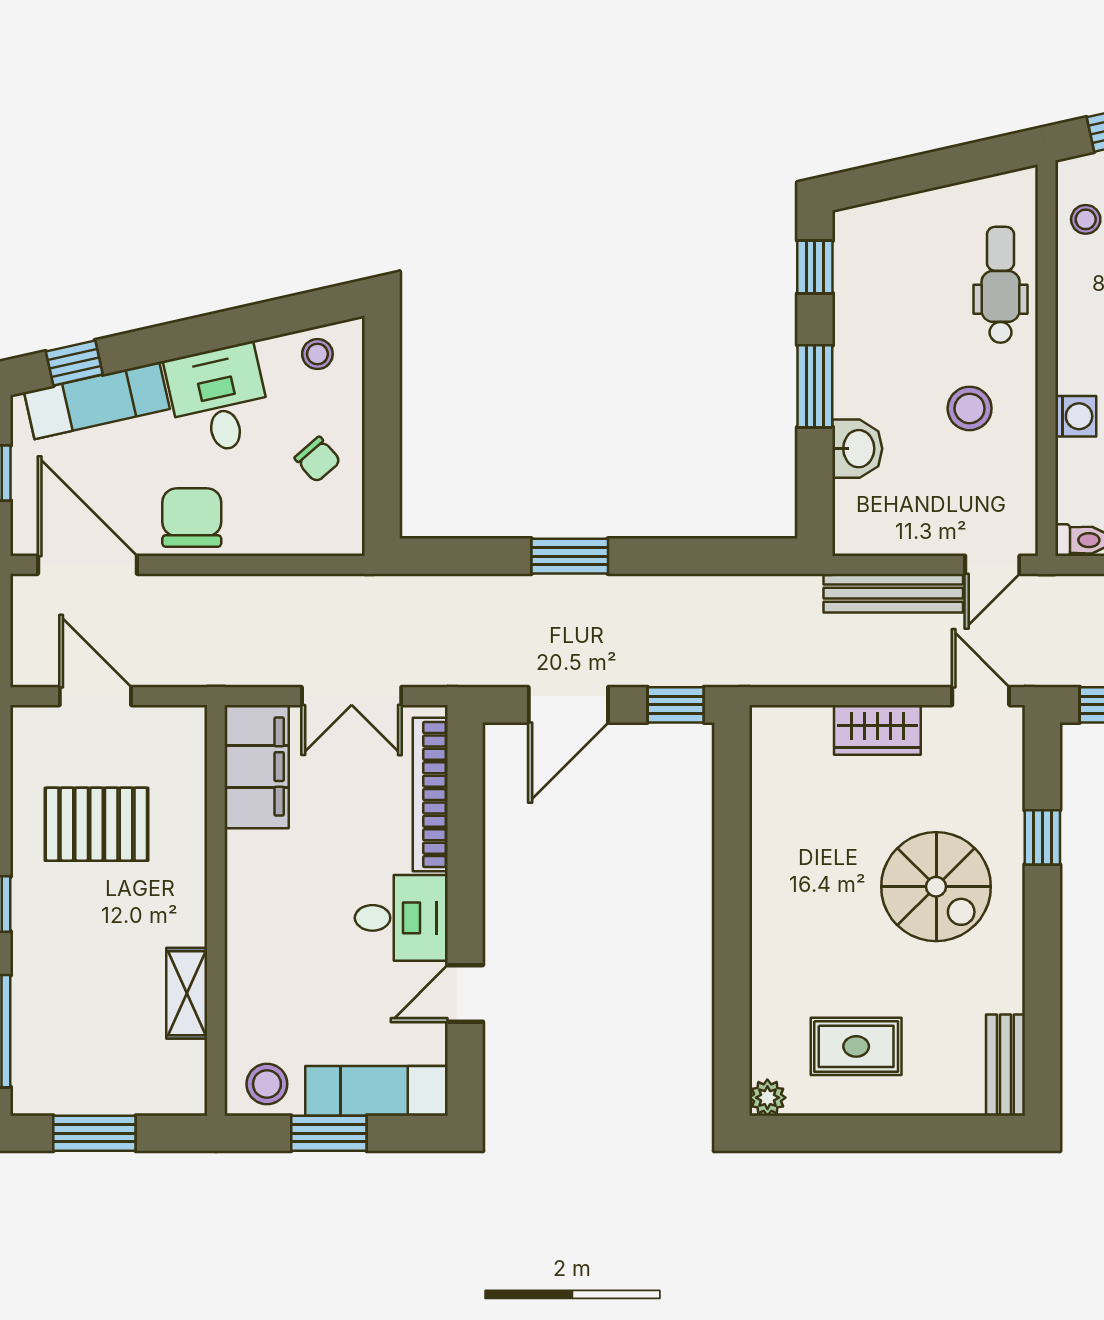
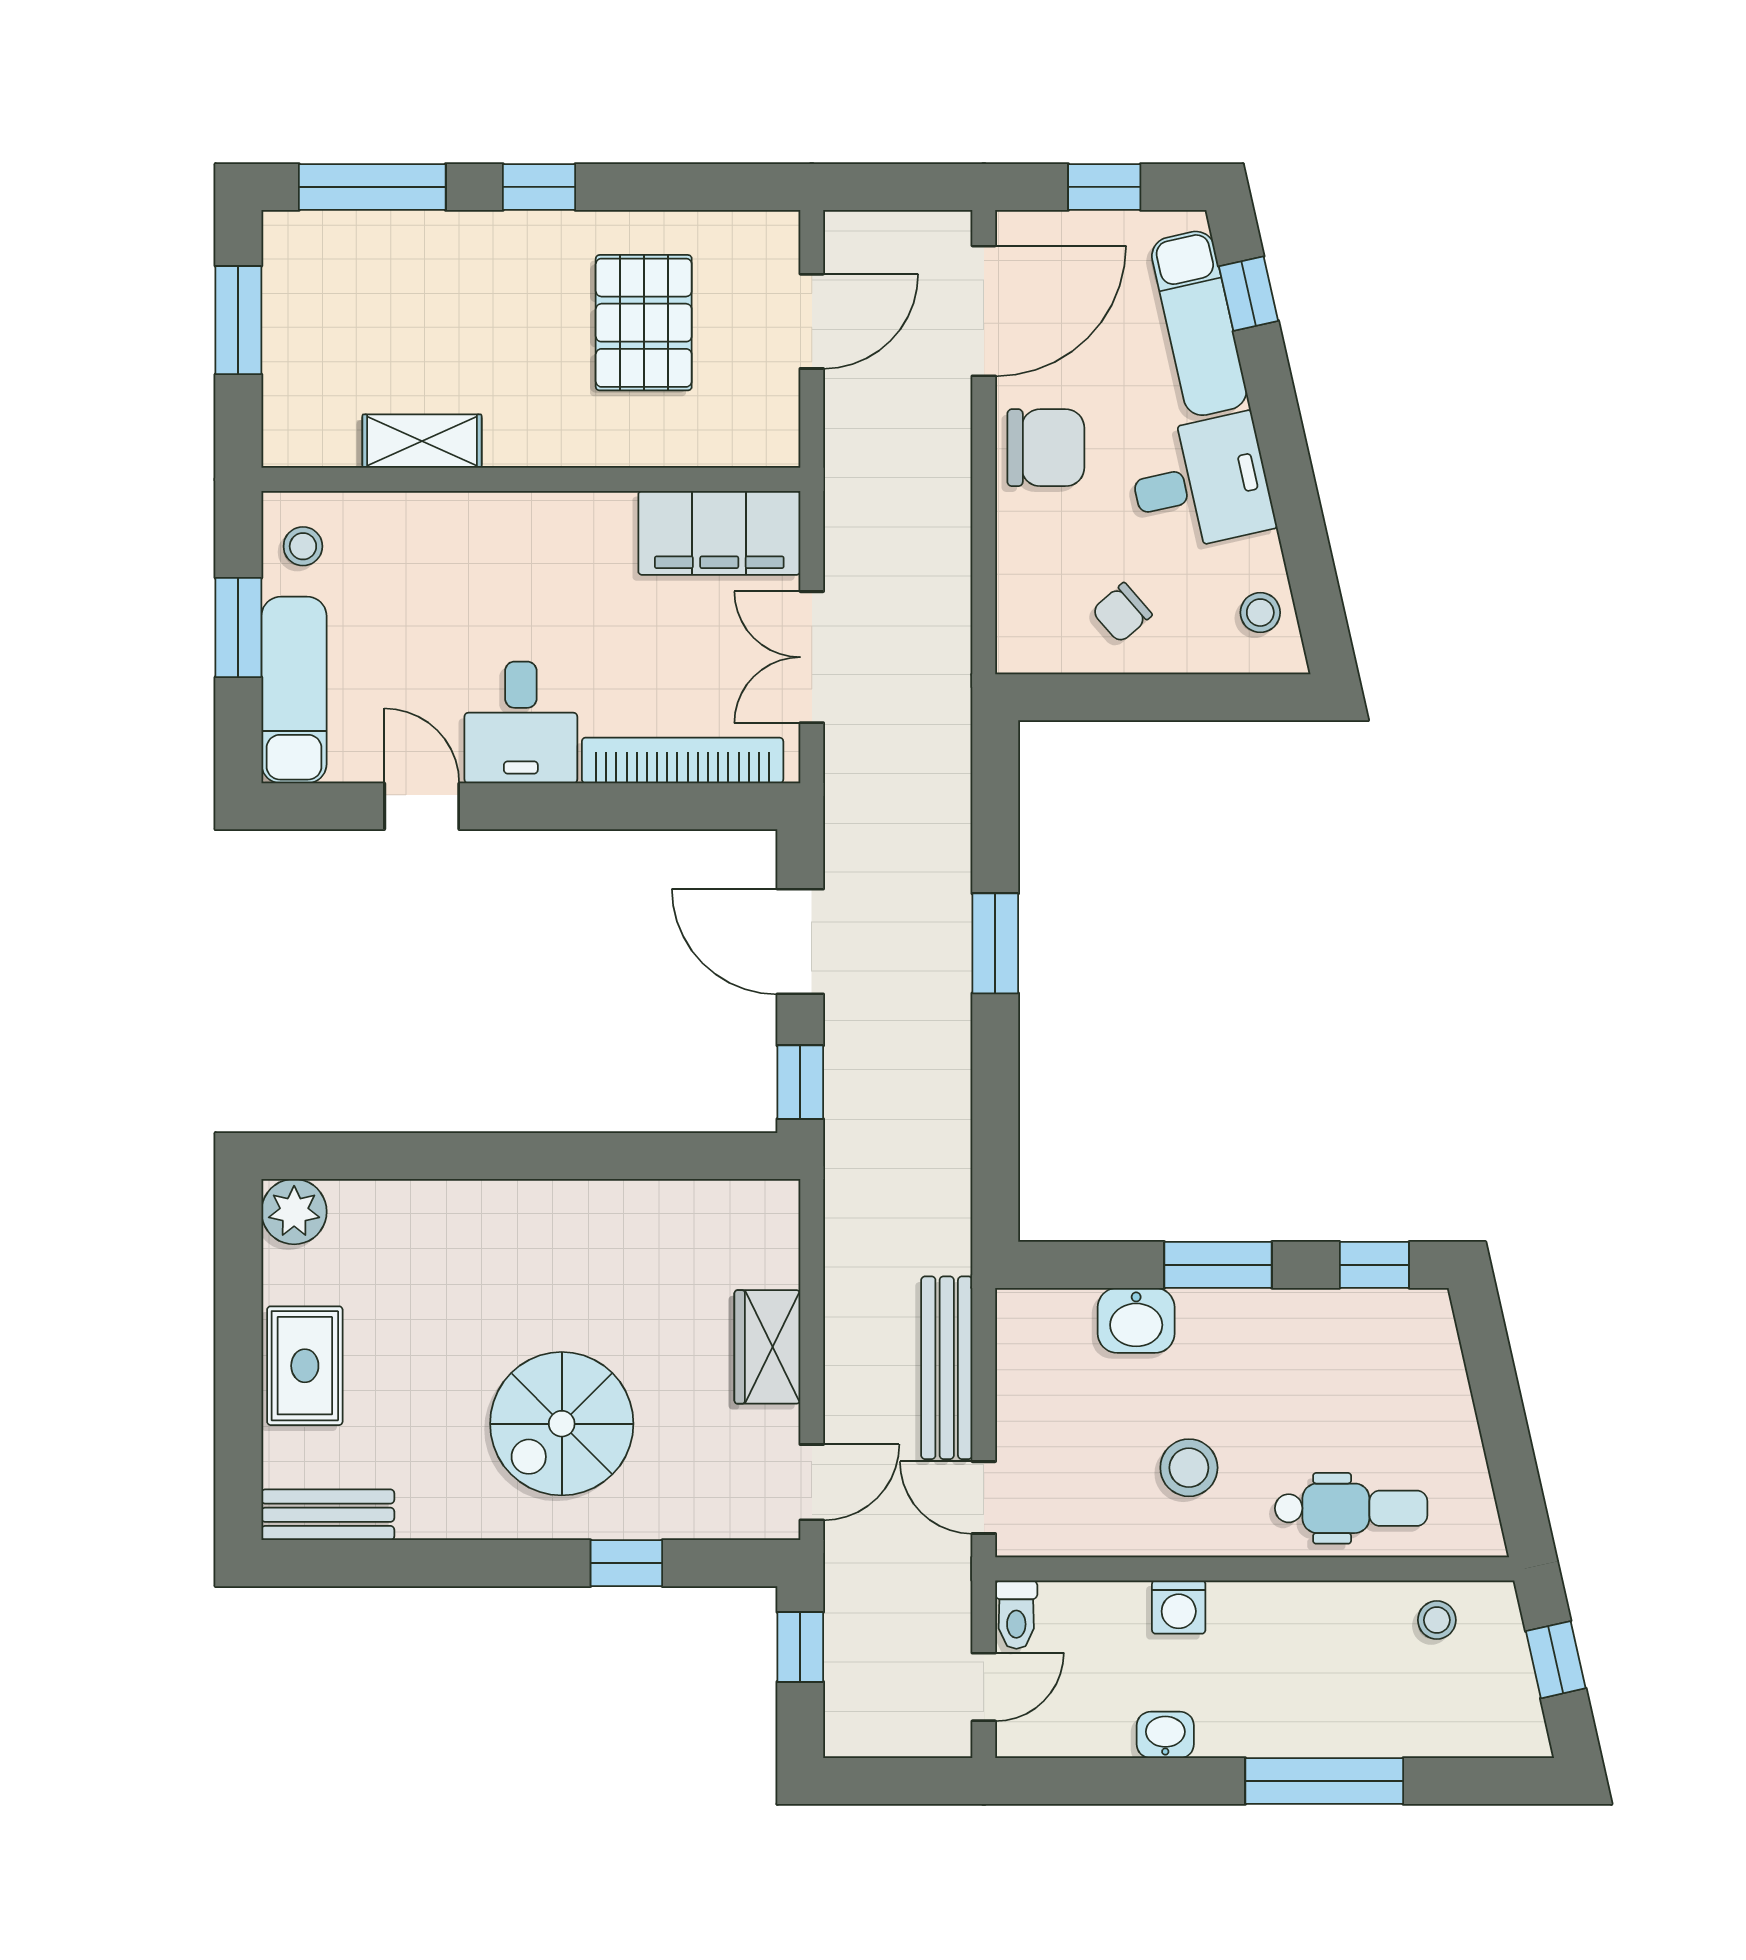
rug: (856, 1046) -> (305, 1366), moved
stool: (267, 1084) -> (303, 546), width x0.73, depth x0.73
plant: (767, 1098) -> (294, 1212), width x1.38, depth x1.38

